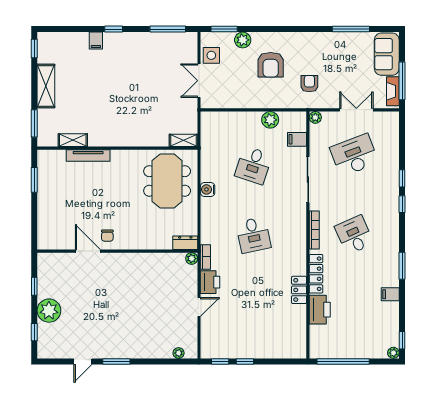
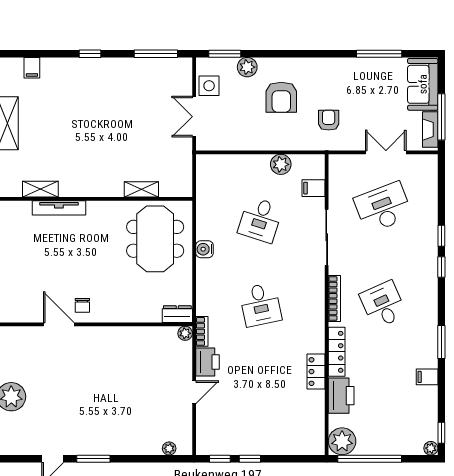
filing cabinet: (96, 41) -> (32, 68), moved
plant: (315, 117) -> (342, 441), moved, width x1.88, depth x1.88
shelving: (183, 140) -> (141, 189), moved

